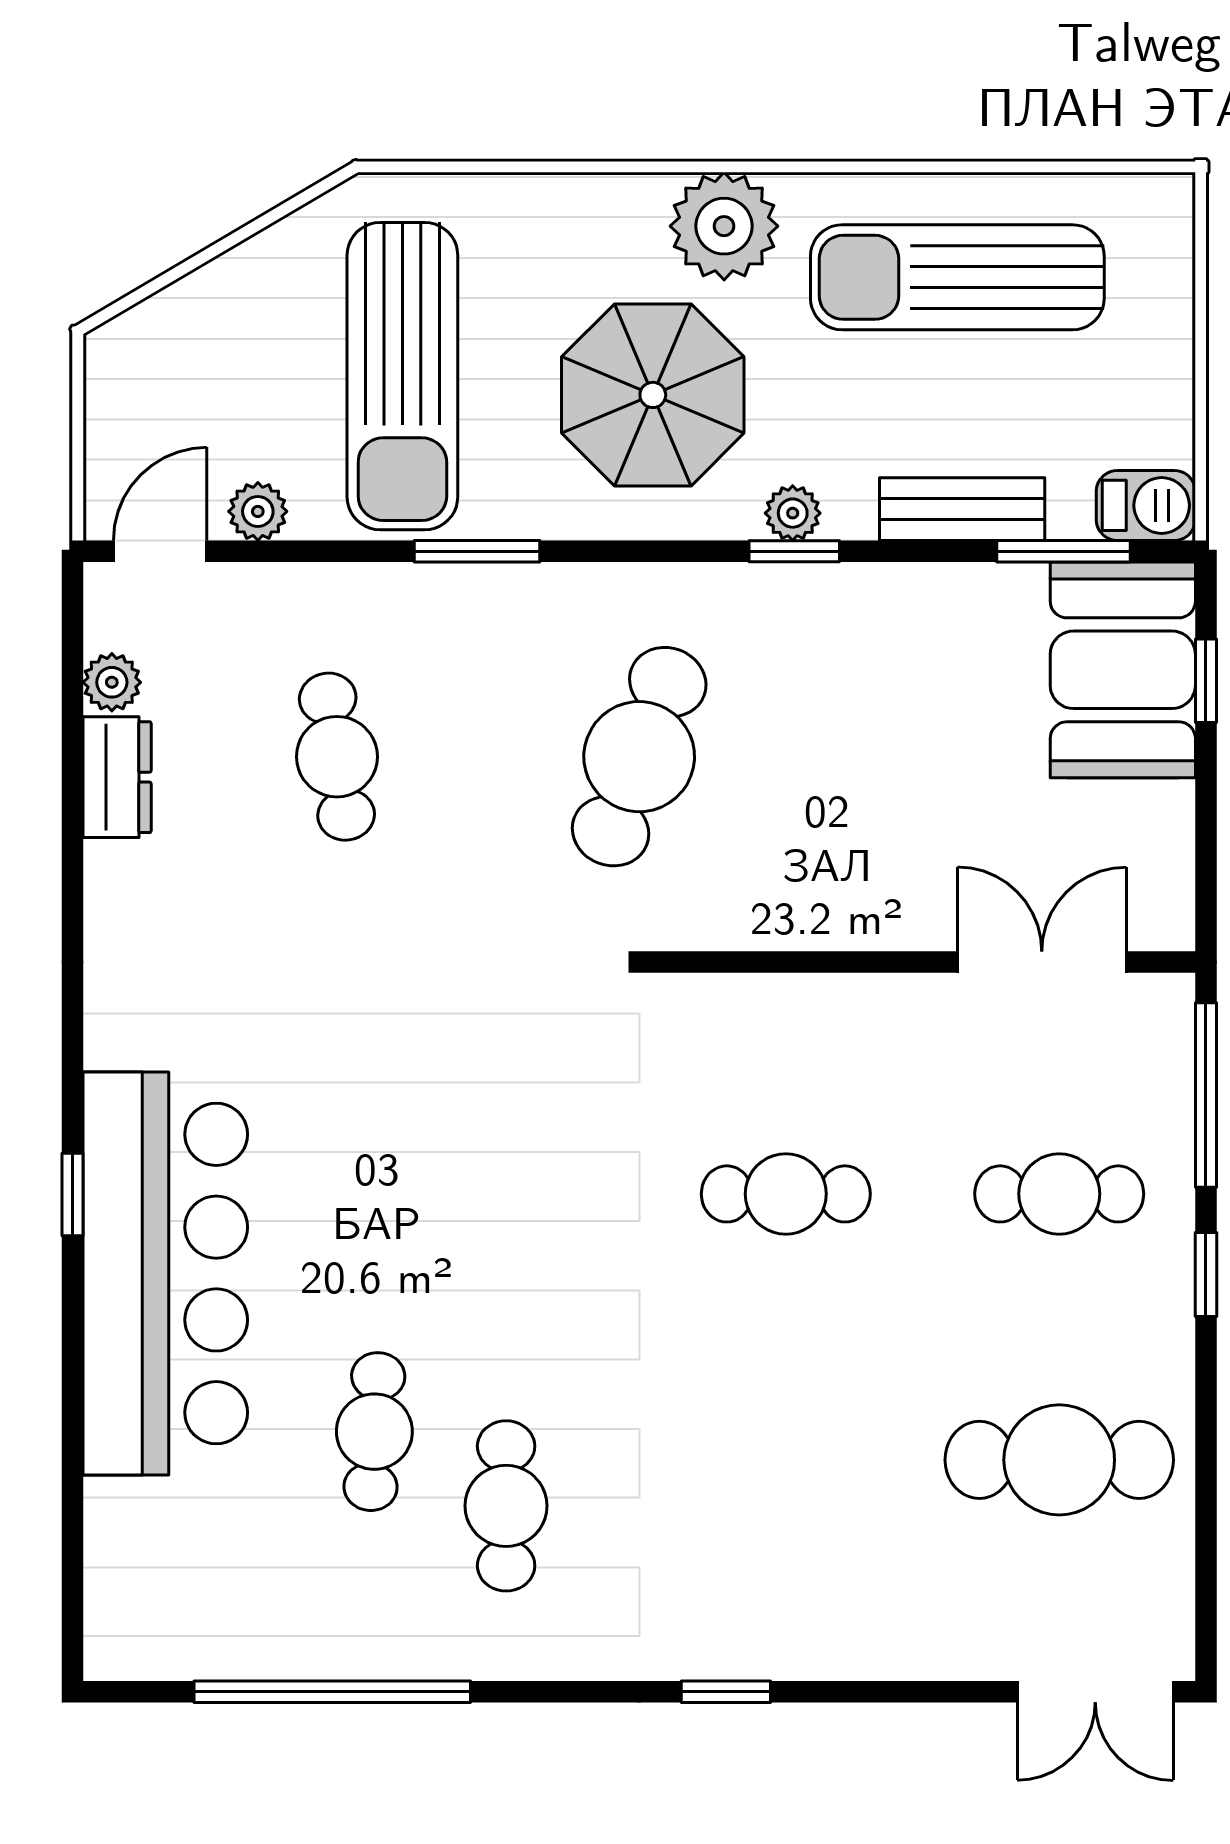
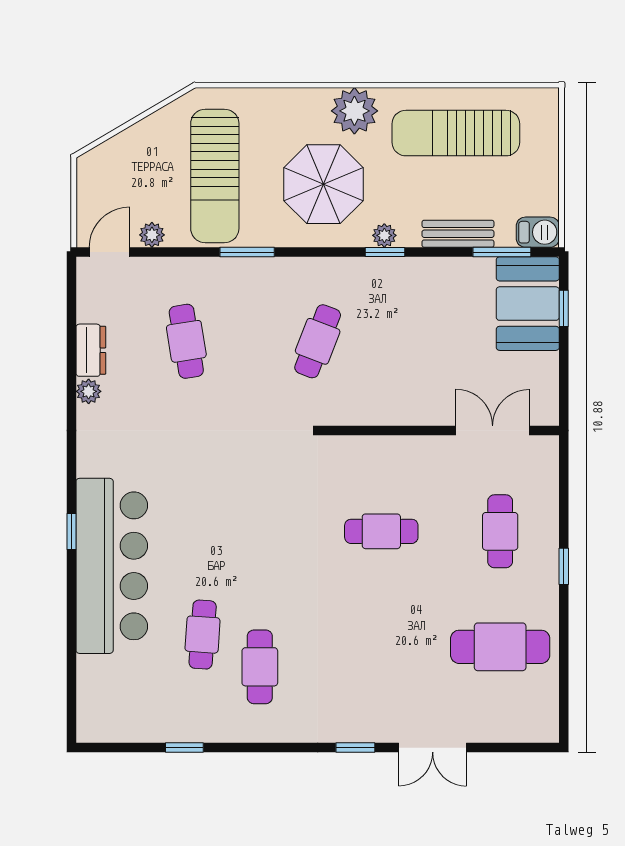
plant: (112, 682) -> (89, 391), moved
cafe table: (639, 757) -> (318, 341), width x0.73, depth x0.74
window: (1206, 1095) -> (564, 488), removed
cafe table: (1059, 1194) -> (500, 531), turned 90
window: (332, 1692) -> (184, 748), width x0.32
double door: (1095, 1692) -> (433, 748), moved

